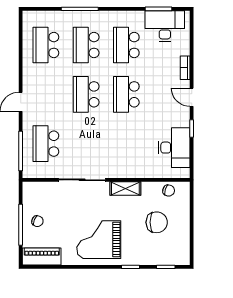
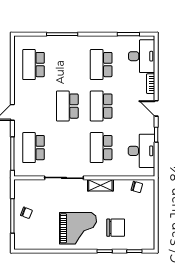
desk: (165, 26) -> (142, 56), moved, turned 90
school desk: (86, 45) -> (101, 148), moved
chair: (157, 222) -> (116, 228), moved
grand piano: (99, 240) -> (78, 228), turned 180
piano: (42, 256) -> (30, 242), removed

